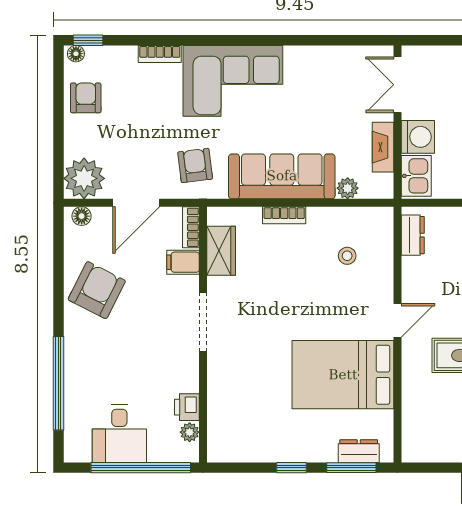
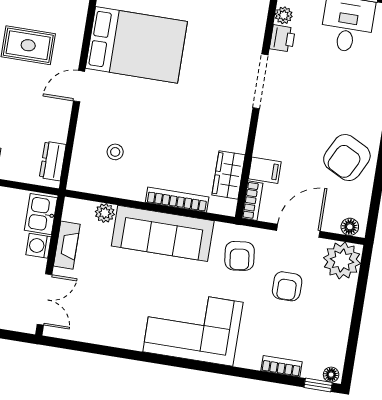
bookcase: (160, 54) -> (281, 366), moved
armchair: (86, 98) -> (287, 286), moved
washing machine: (418, 137) -> (38, 246), width x0.73, depth x0.73
bookcase: (284, 215) -> (177, 200), width x1.56
doorway: (203, 322) -> (260, 81), moved

